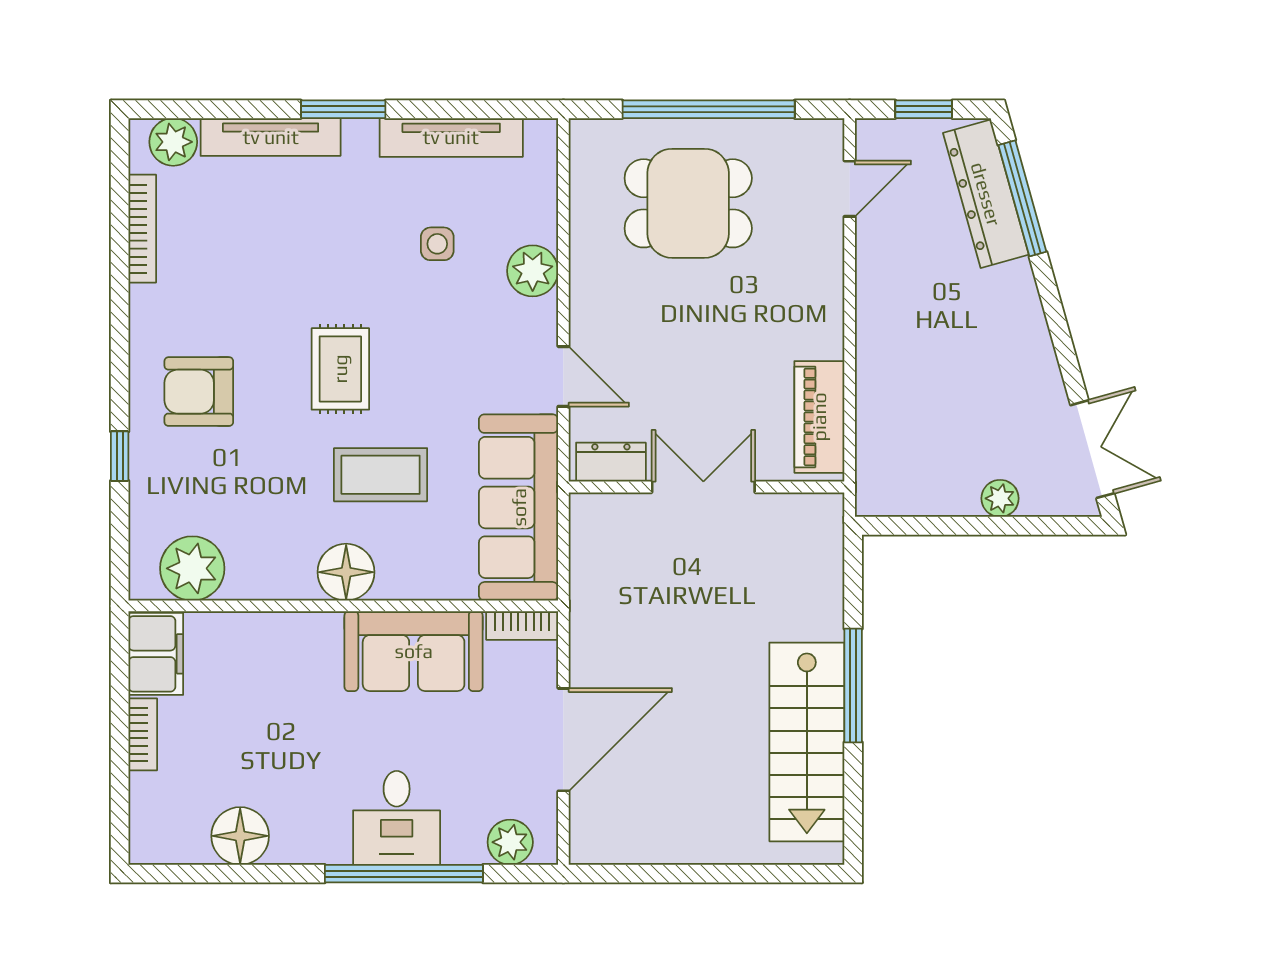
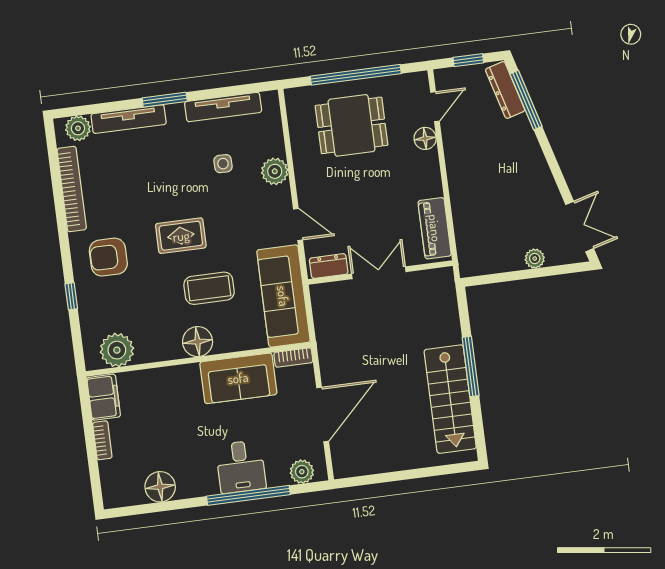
dresser: (986, 194) -> (505, 90), width x0.73, depth x0.80
bookcase: (142, 229) -> (72, 189), width x1.48, depth x1.31
floor lamp: (823, 246) -> (425, 138), added
rug: (340, 369) -> (181, 236), turned 90

